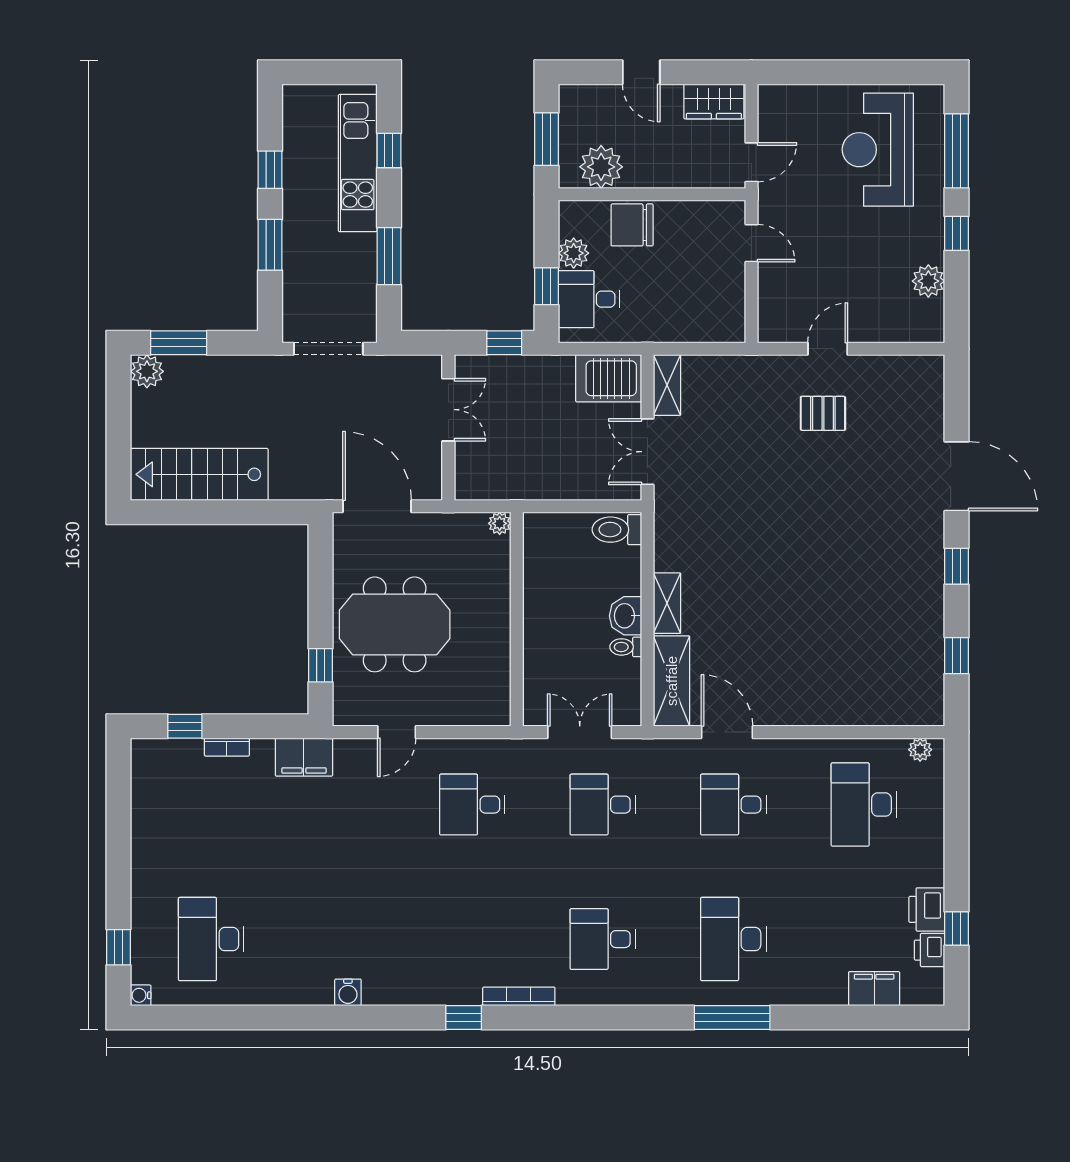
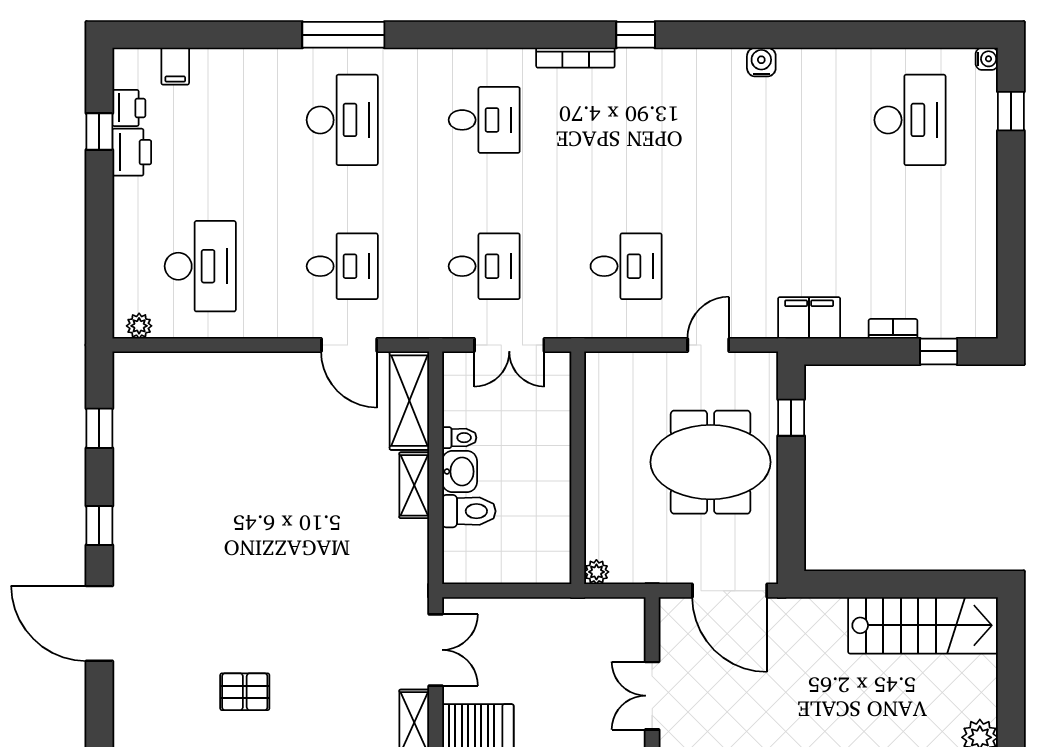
toilet: (617, 530) -> (469, 511), moved
filing cabinet: (874, 989) -> (175, 66), width x0.50

